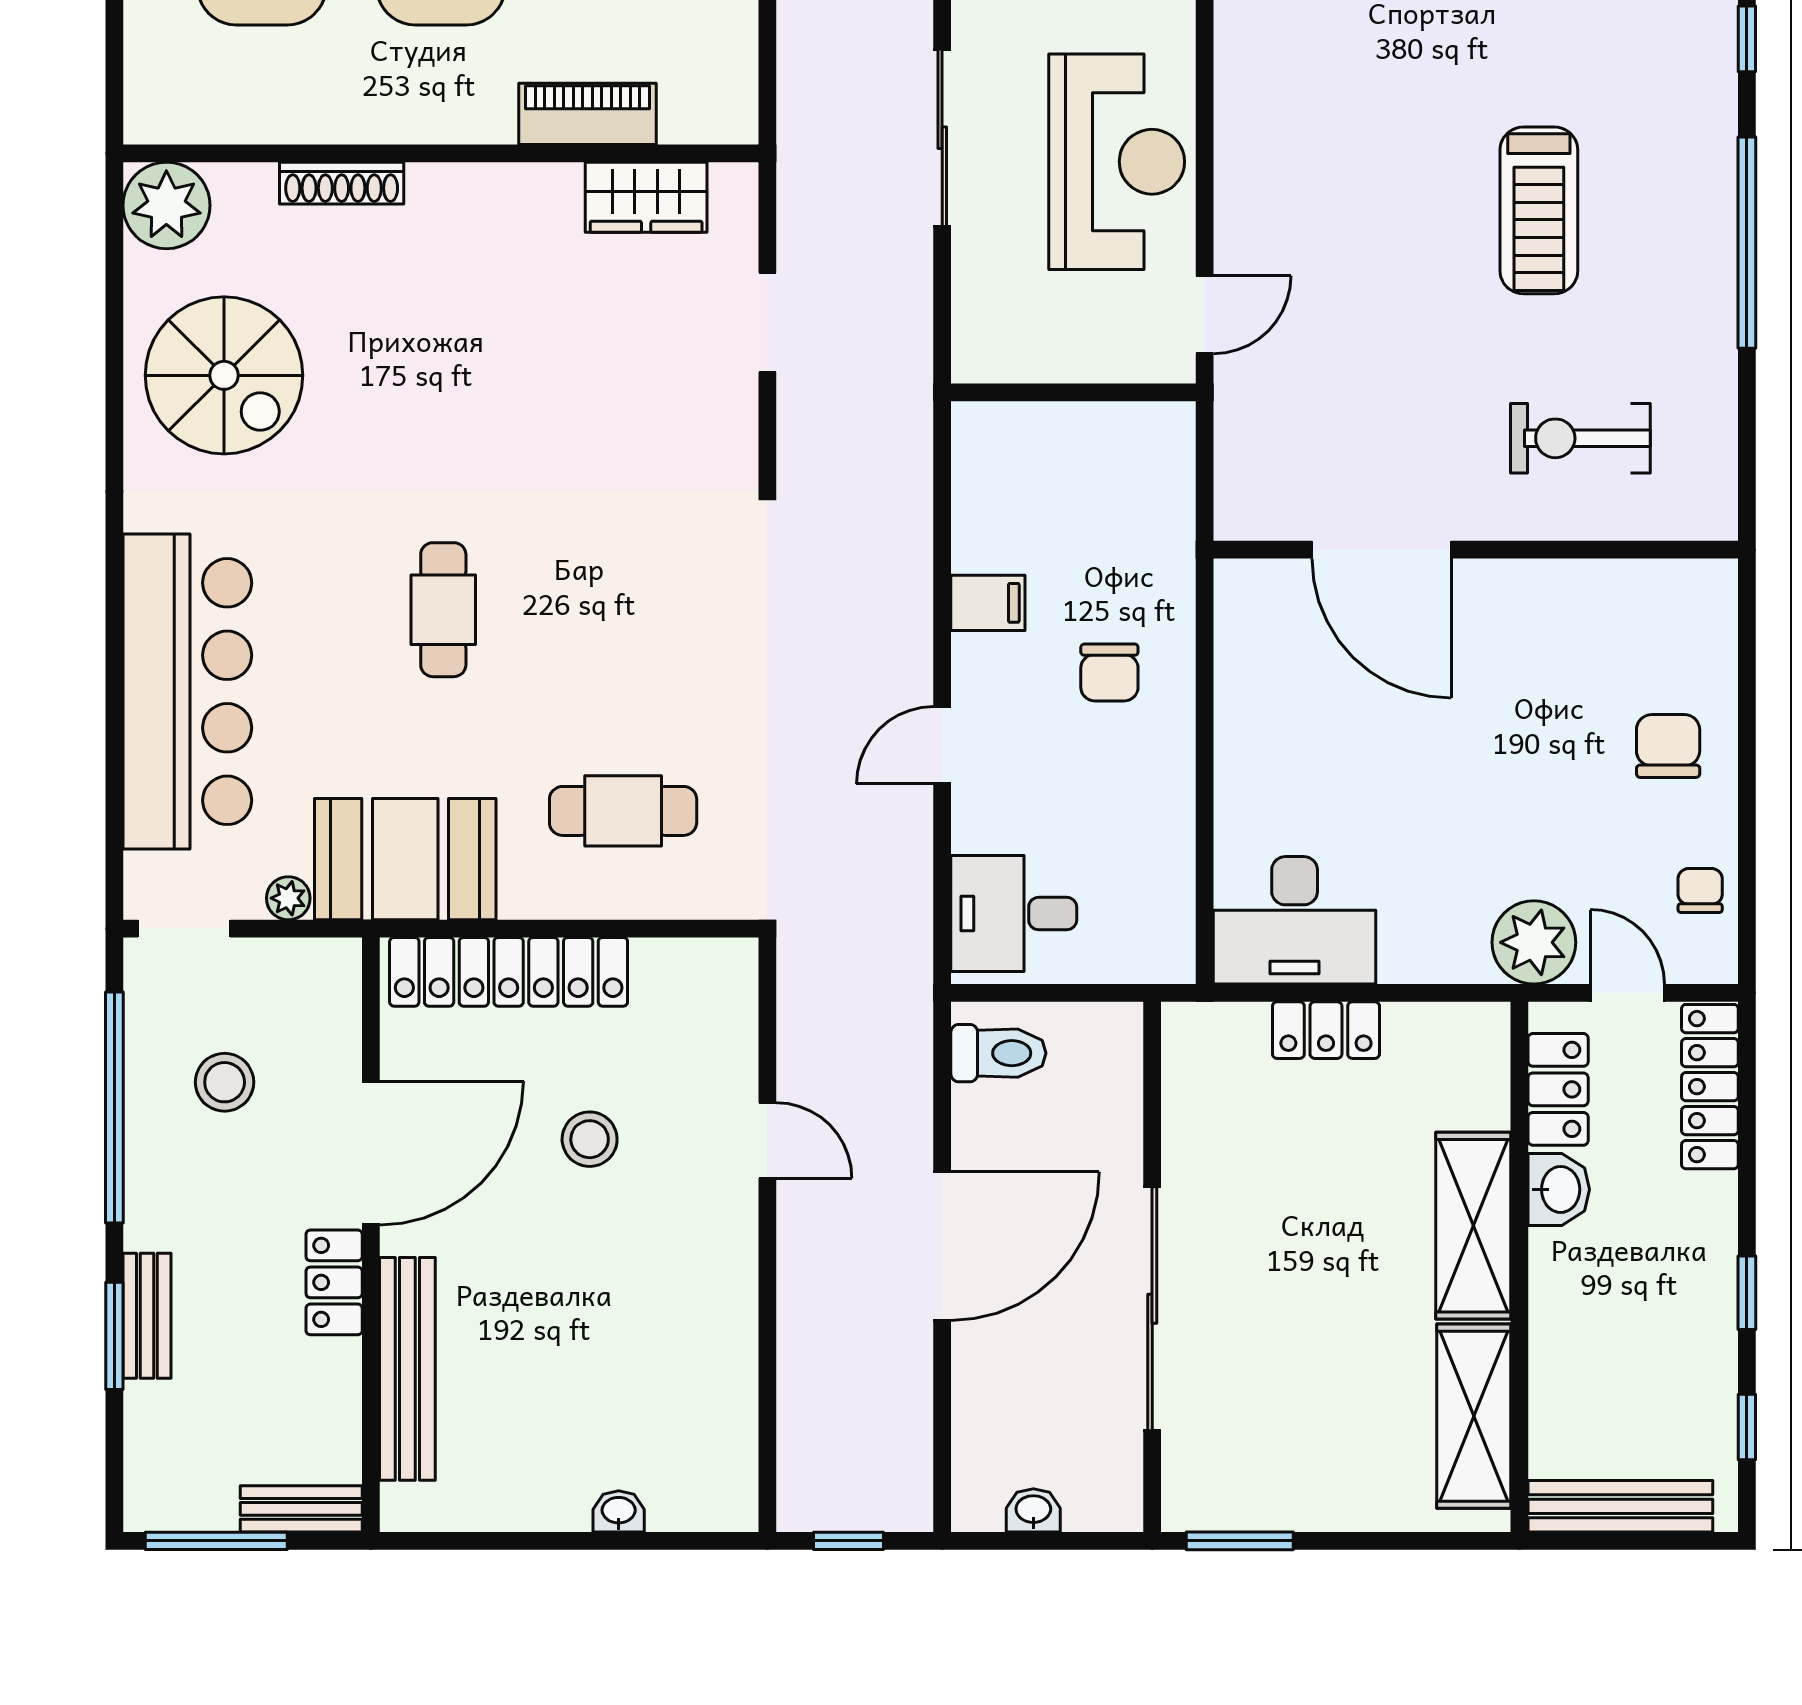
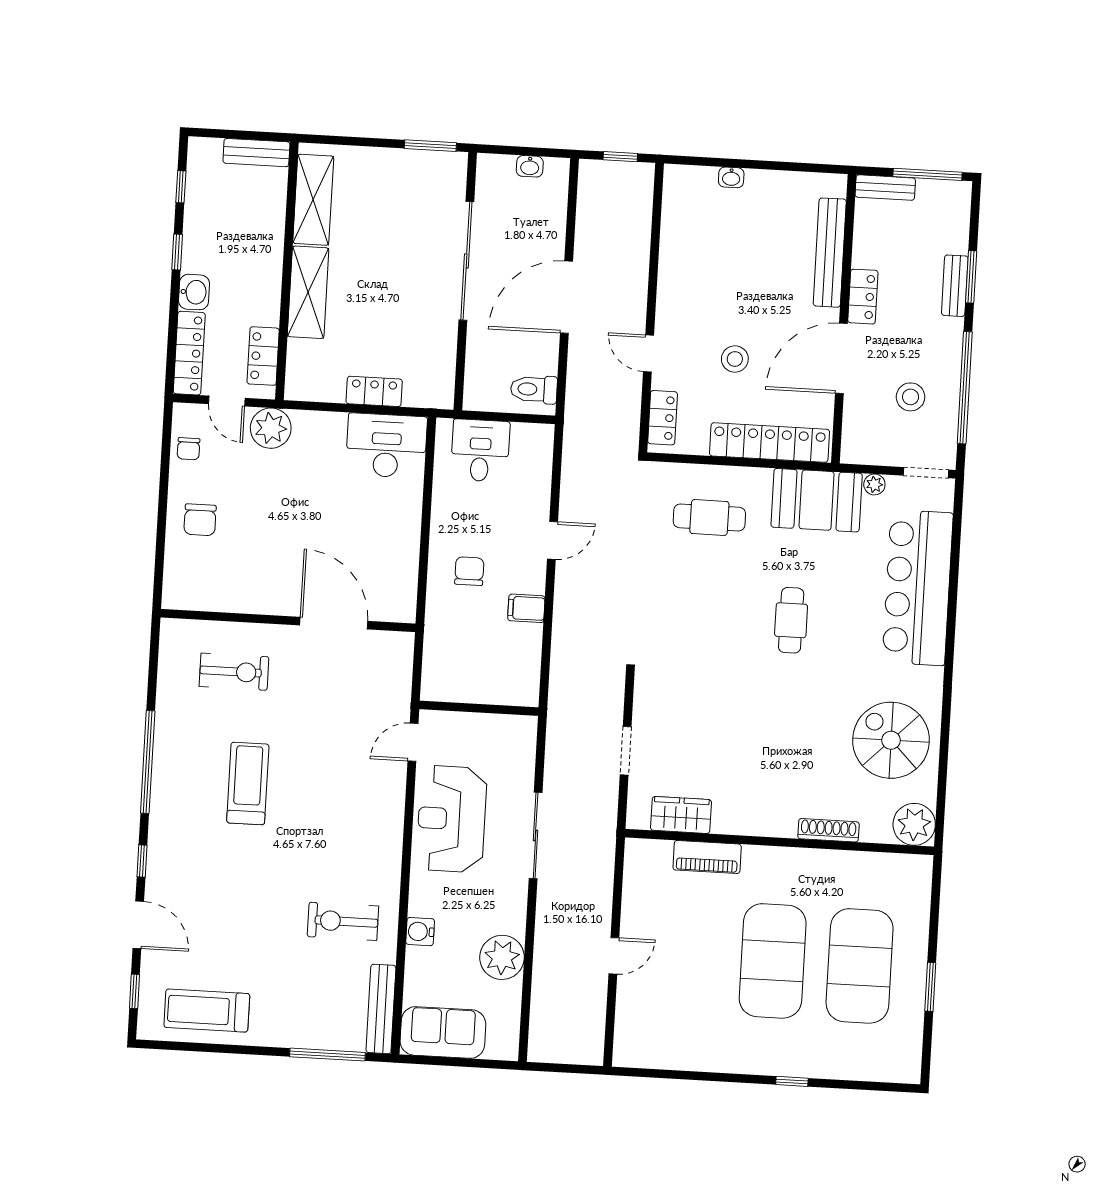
desk: (1014, 914) -> (480, 450), moved, turned -90
locker: (731, 1010) -> (663, 418), added
washbasin: (1559, 1189) -> (194, 292), moved, turned 180
bench: (1620, 1506) -> (256, 153), width x0.73

